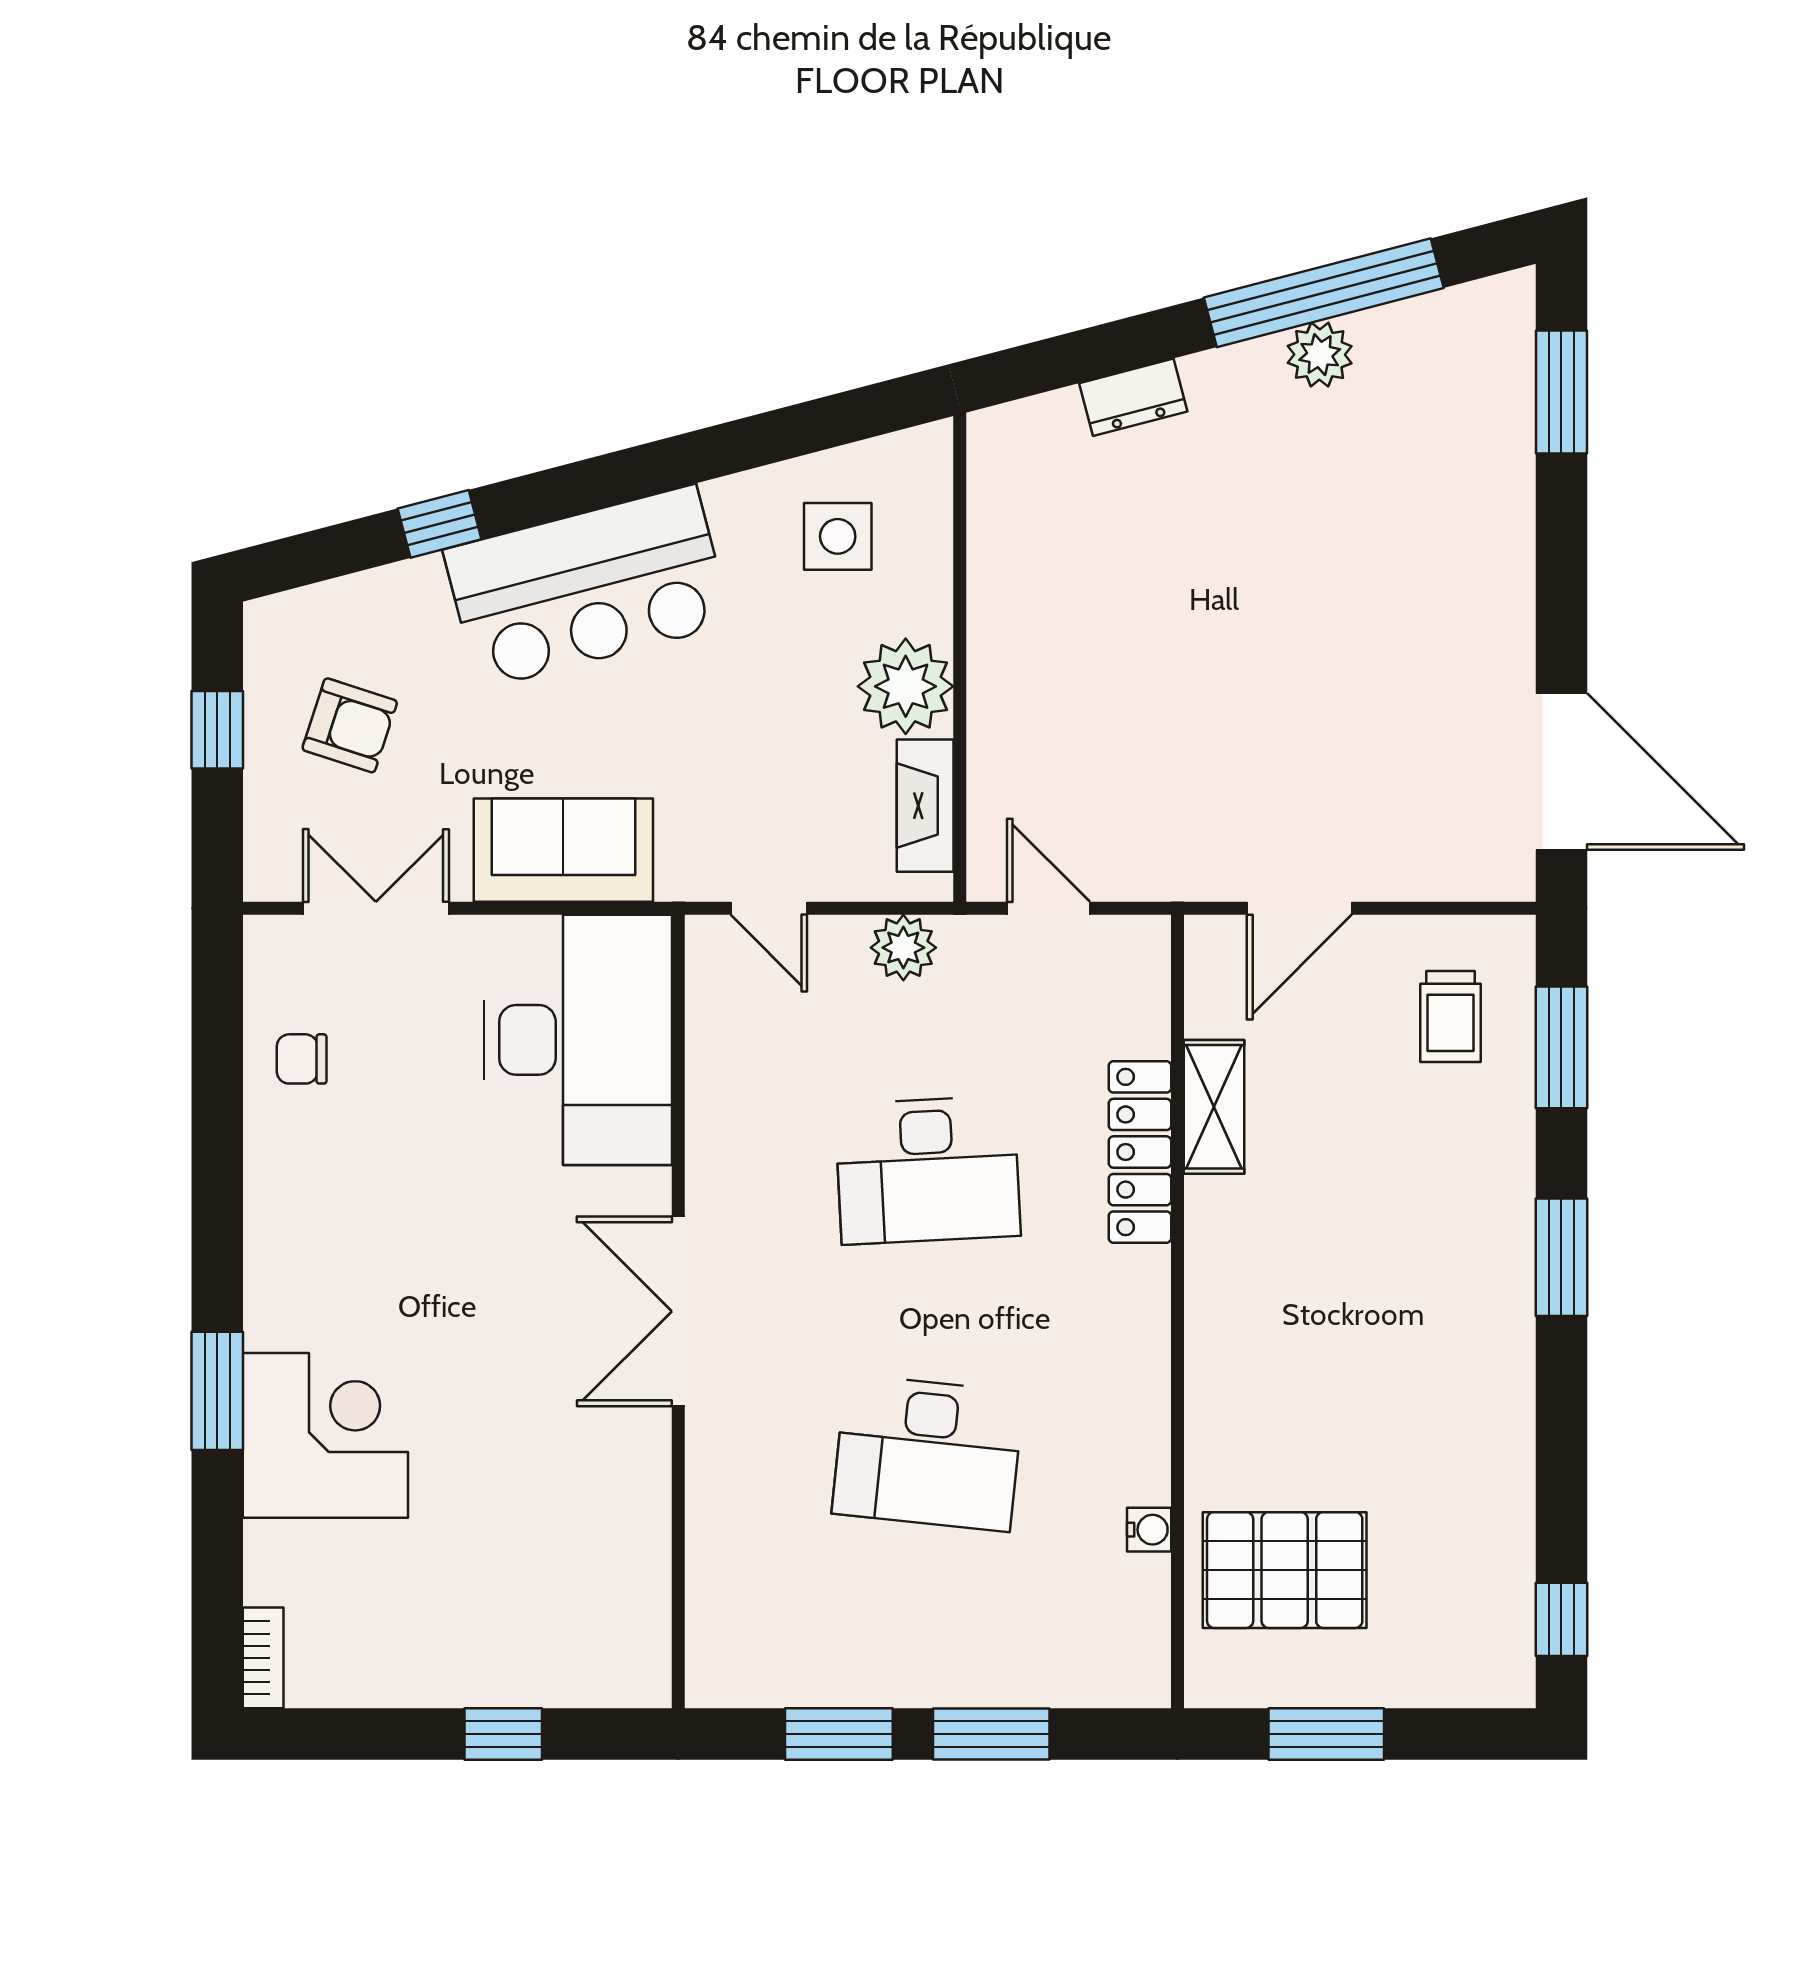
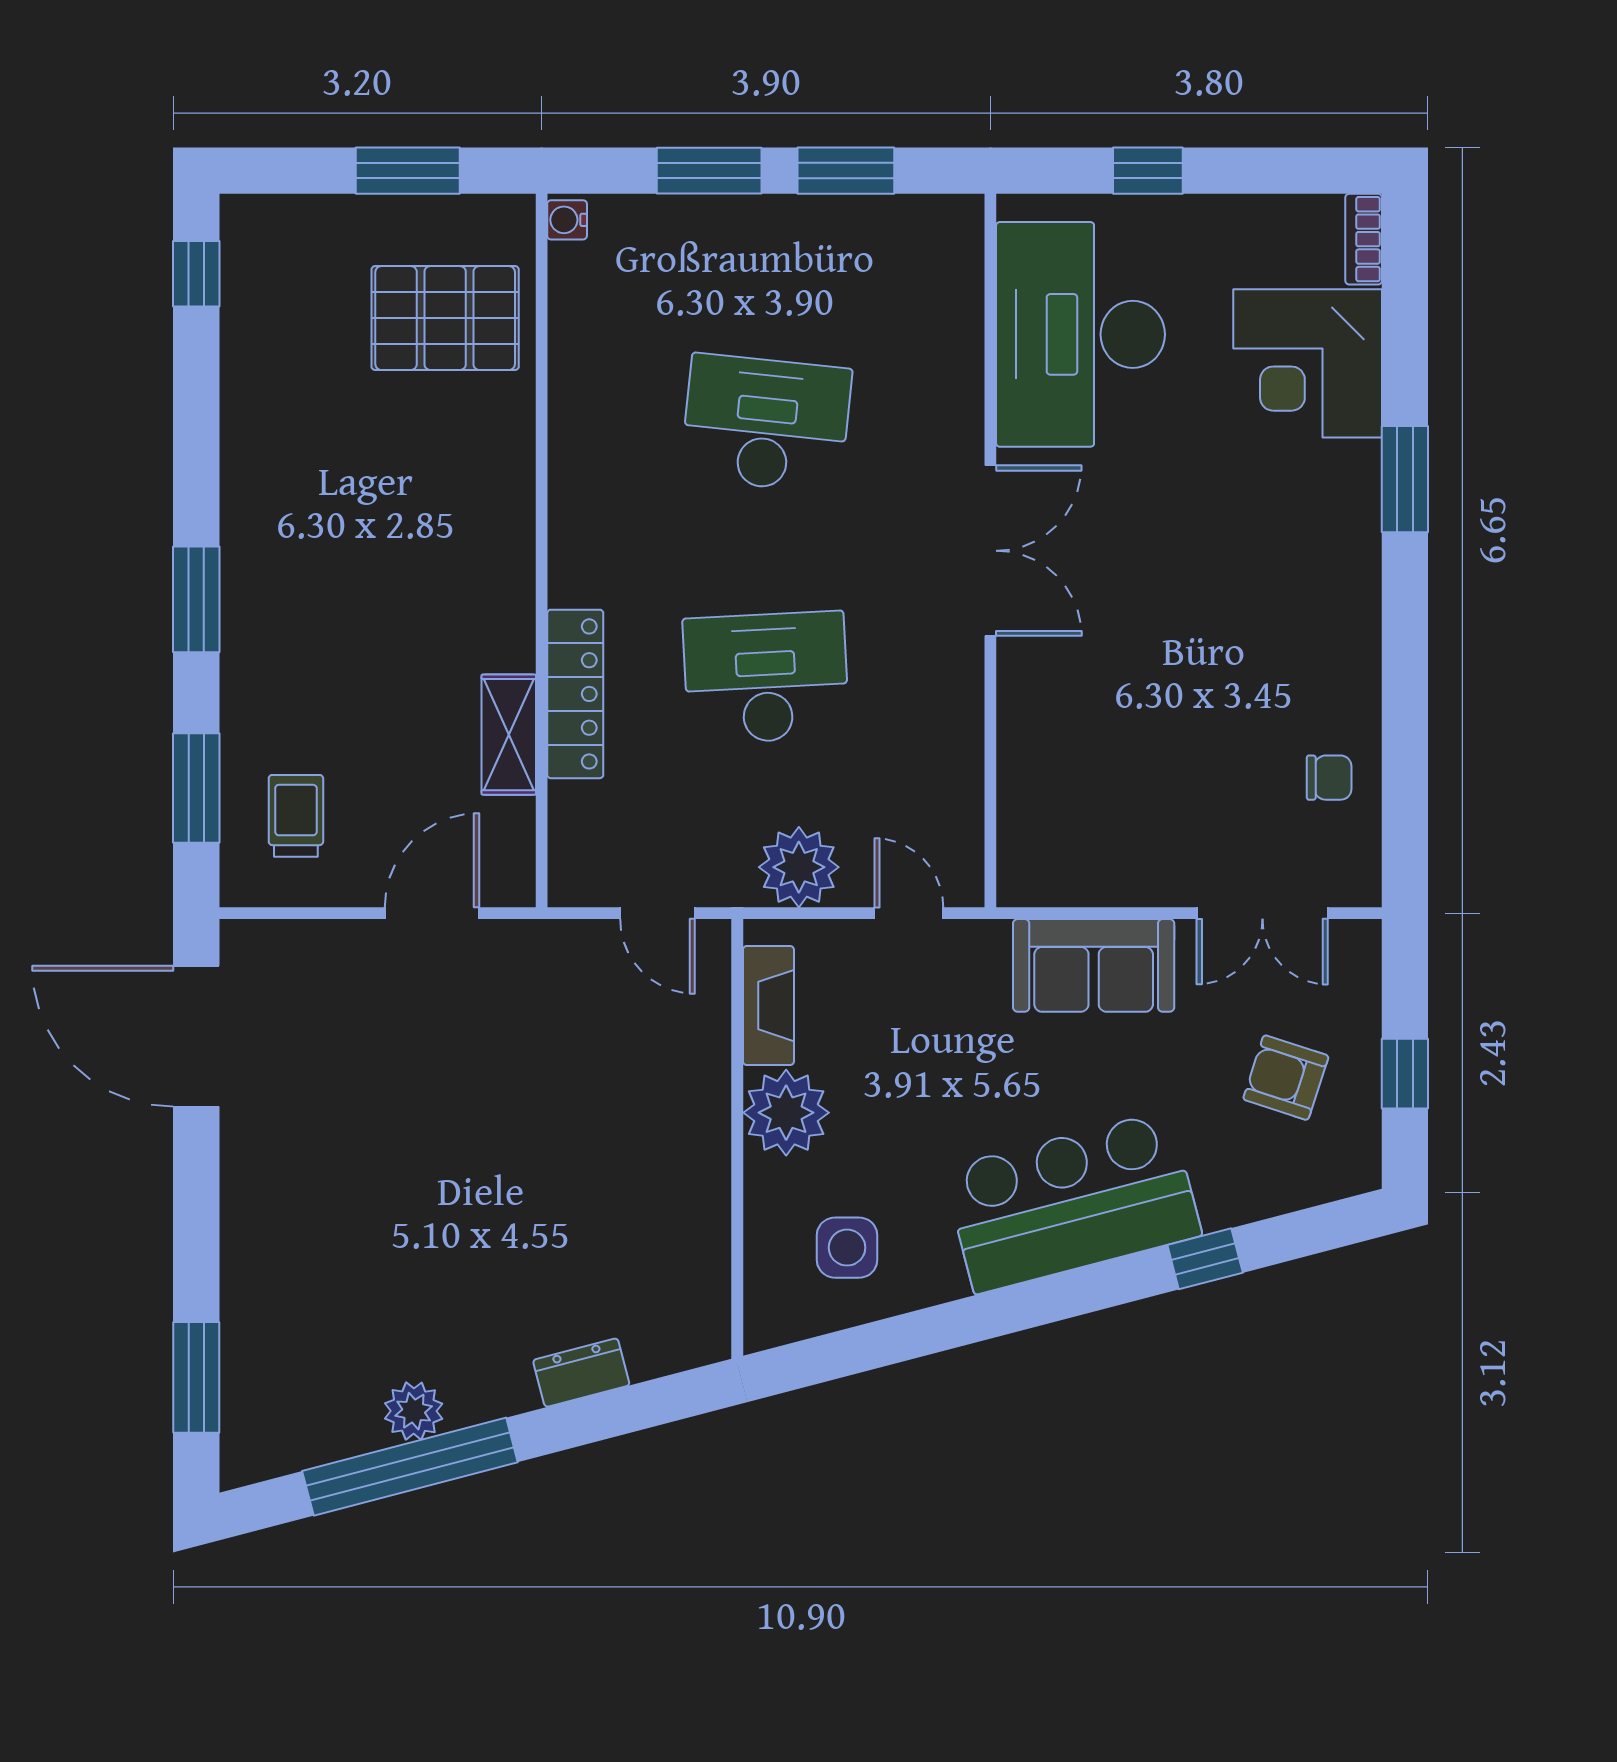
plant: (903, 948) -> (799, 867), width x1.36, depth x1.36
desk: (578, 1040) -> (1081, 334), moved
corner desk: (325, 1435) -> (1308, 363), moved
water cooler: (1149, 1530) -> (567, 220), moved

